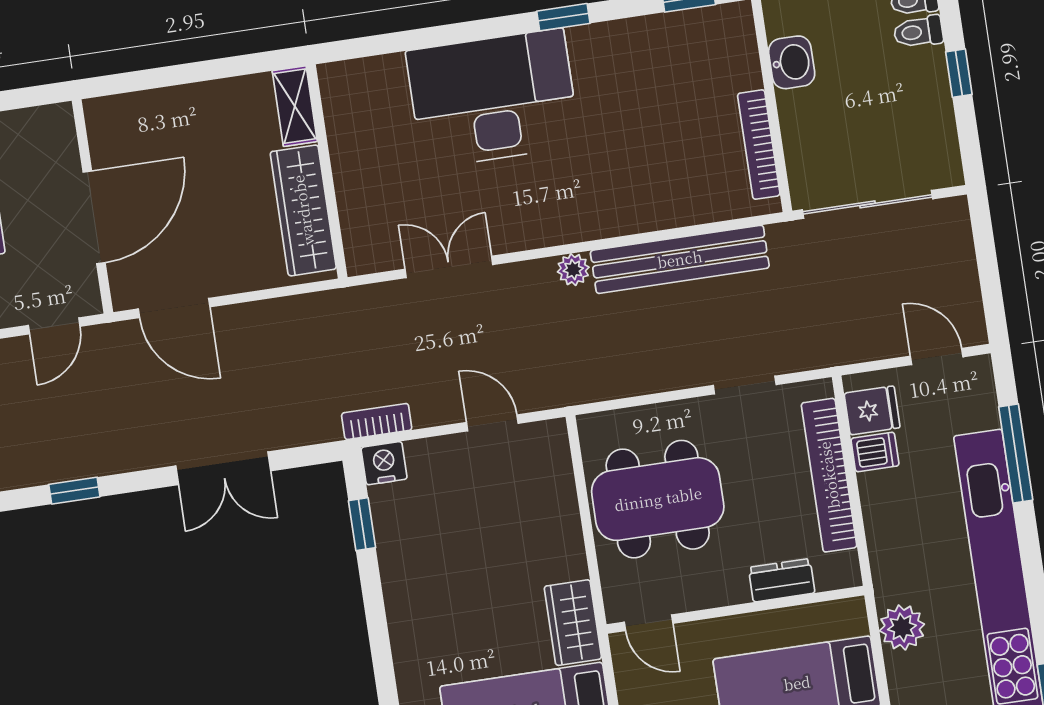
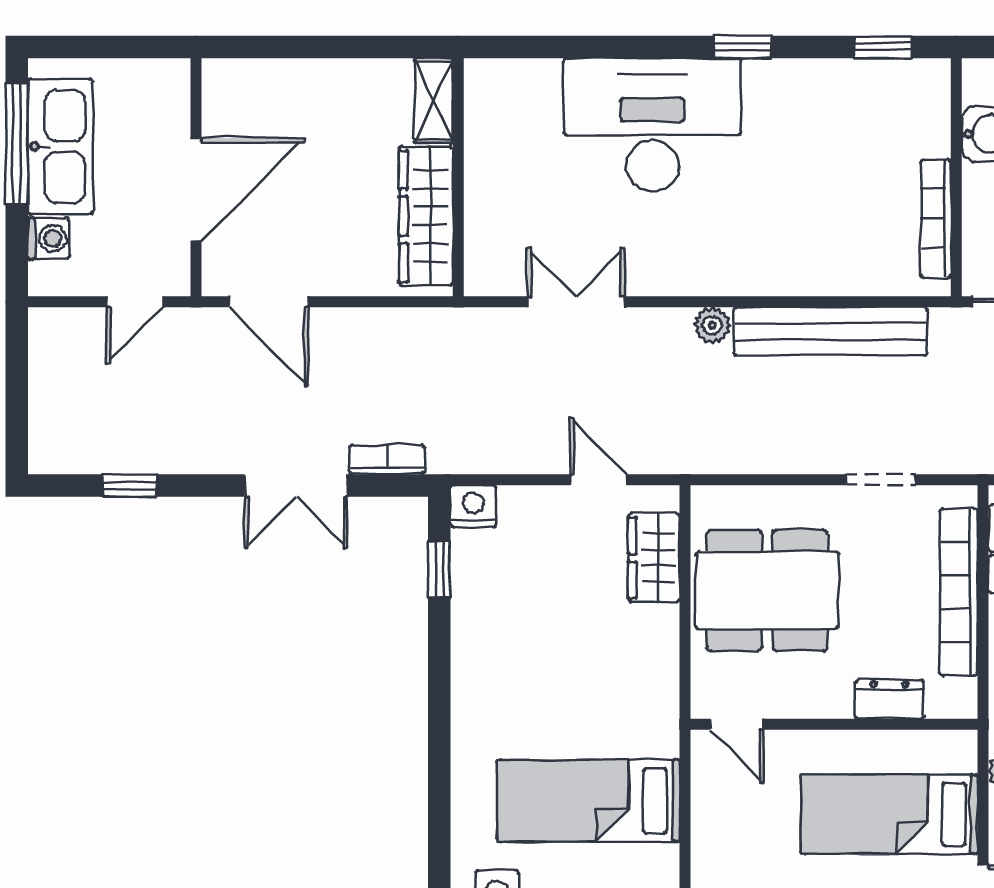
bookcase: (377, 422) -> (387, 459), moved
wardrobe: (573, 623) -> (654, 558), moved

